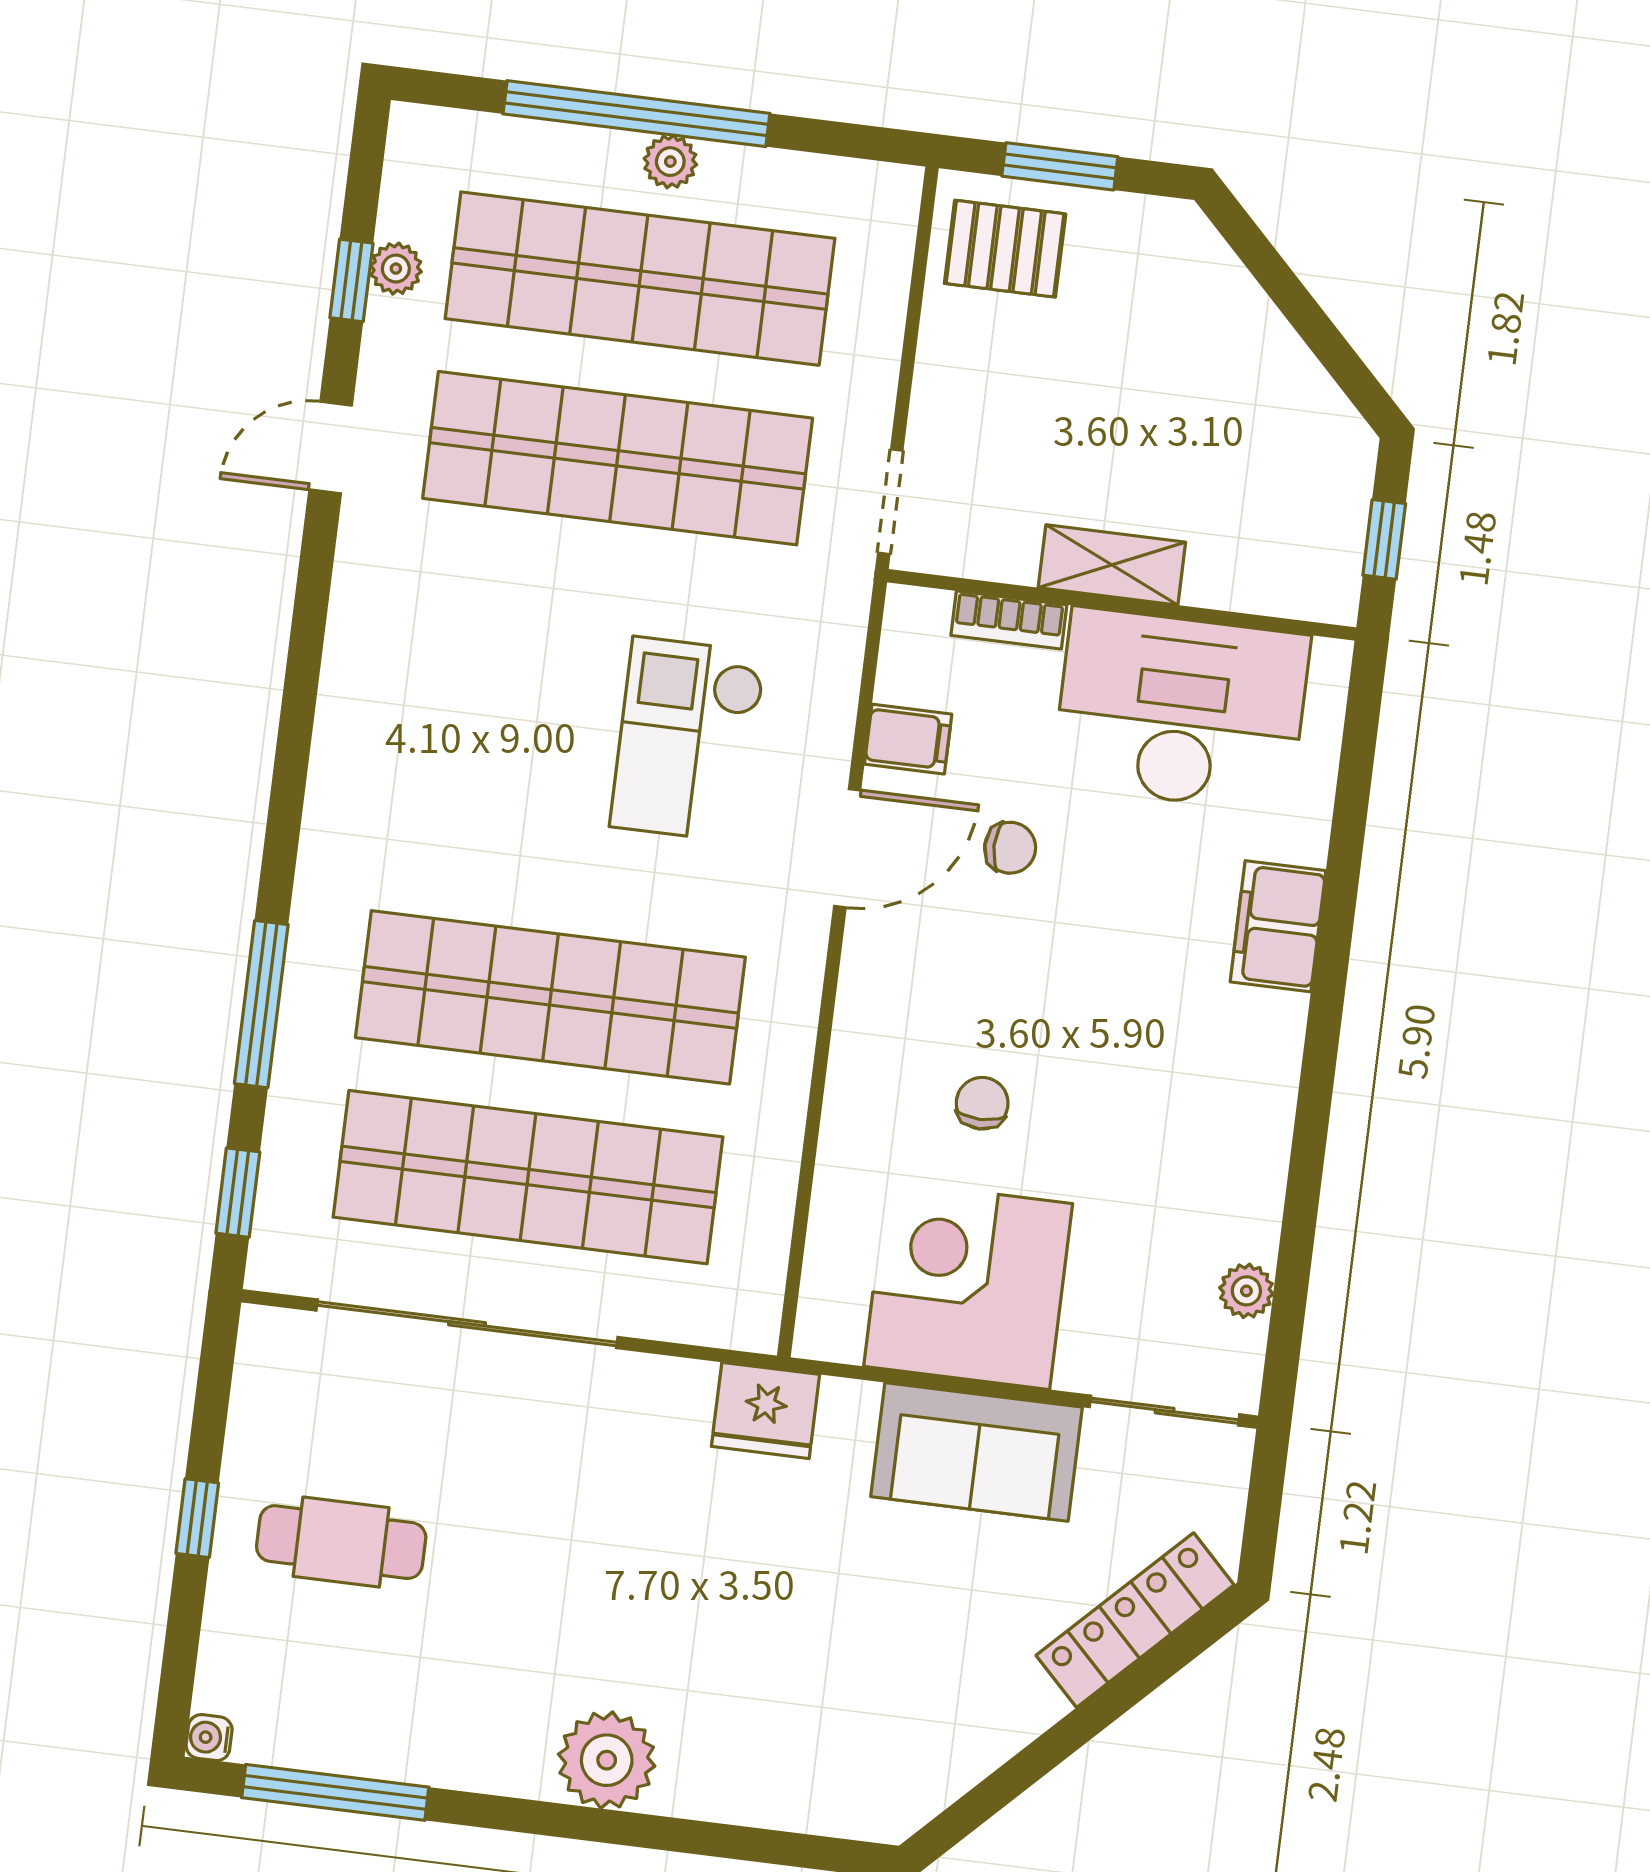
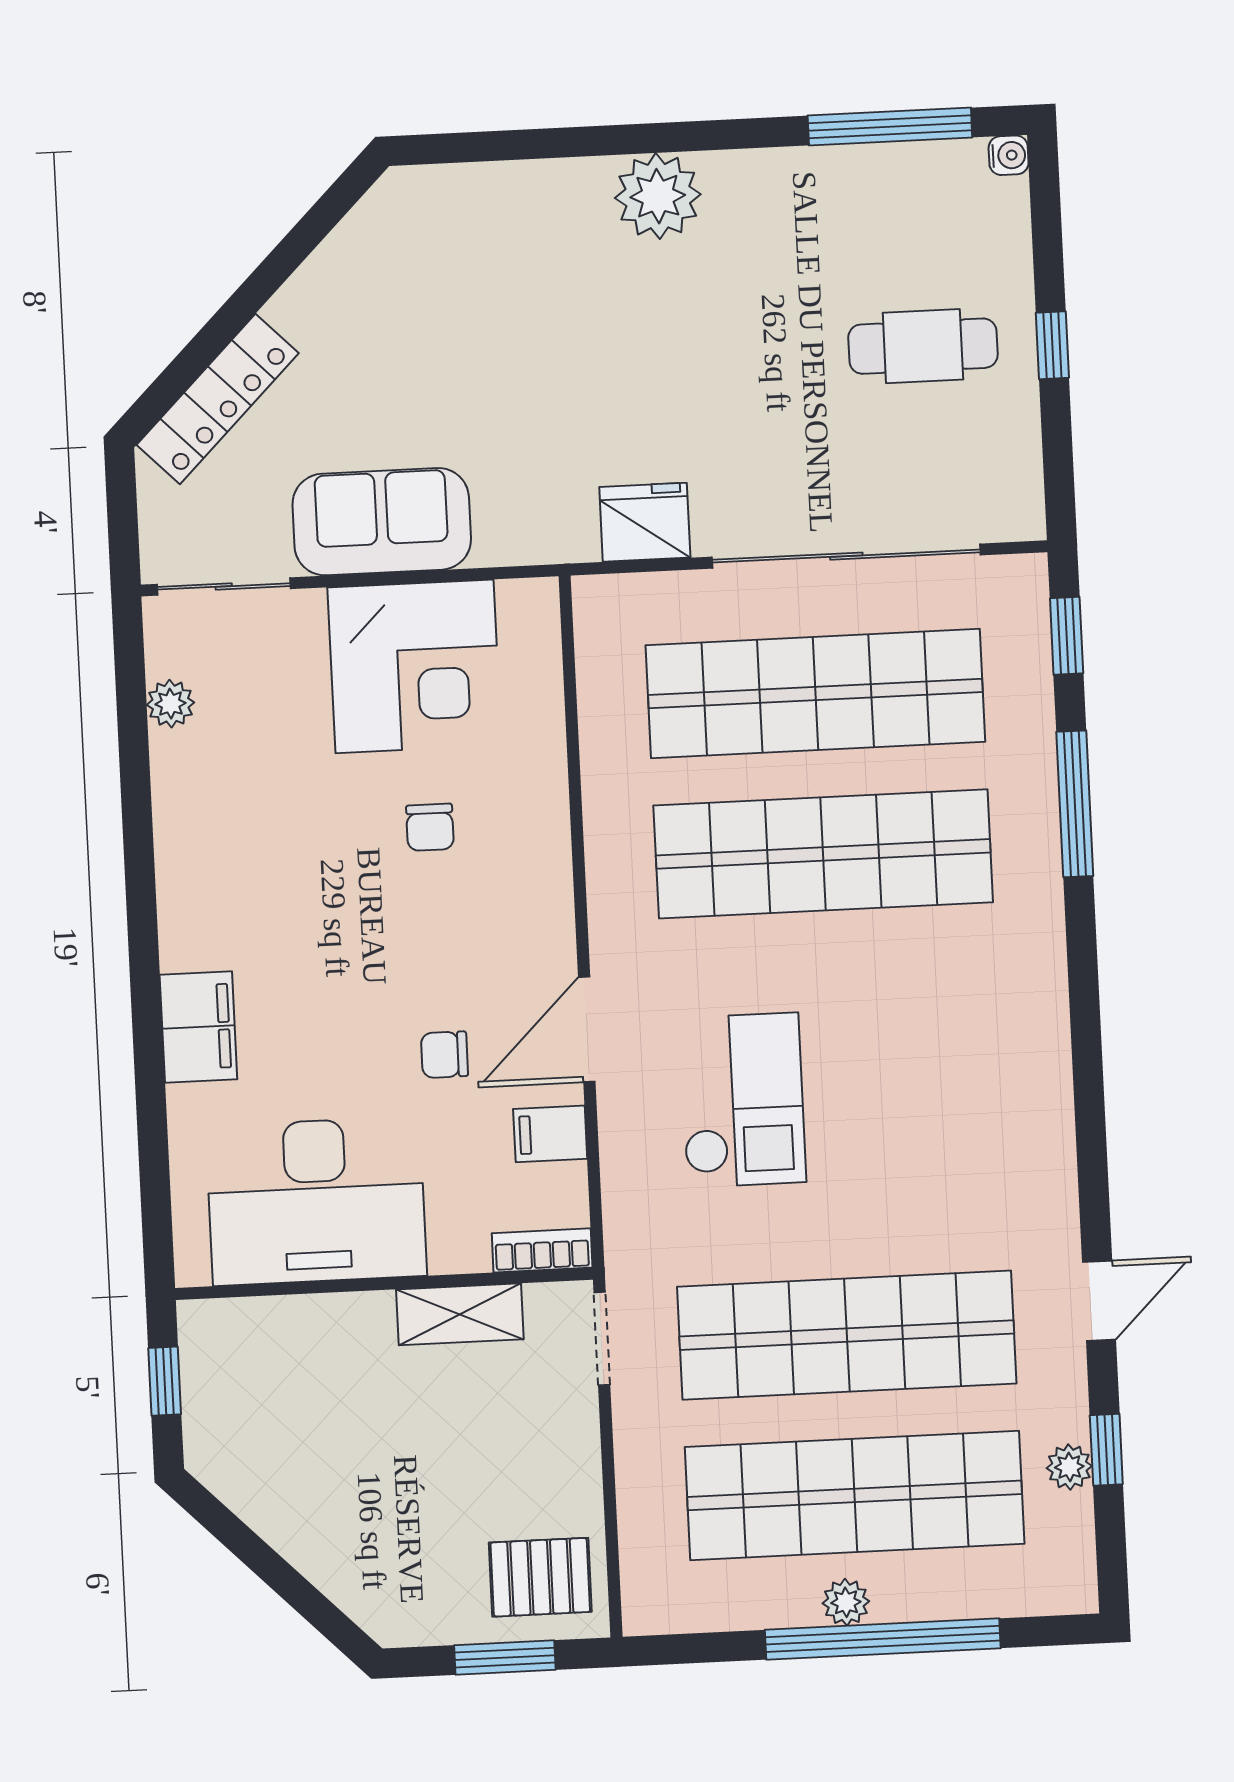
shelving: (1112, 565) -> (460, 1314), moved
bookcase: (1009, 620) -> (542, 1250), moved
fridge: (765, 1410) -> (645, 522), moved

